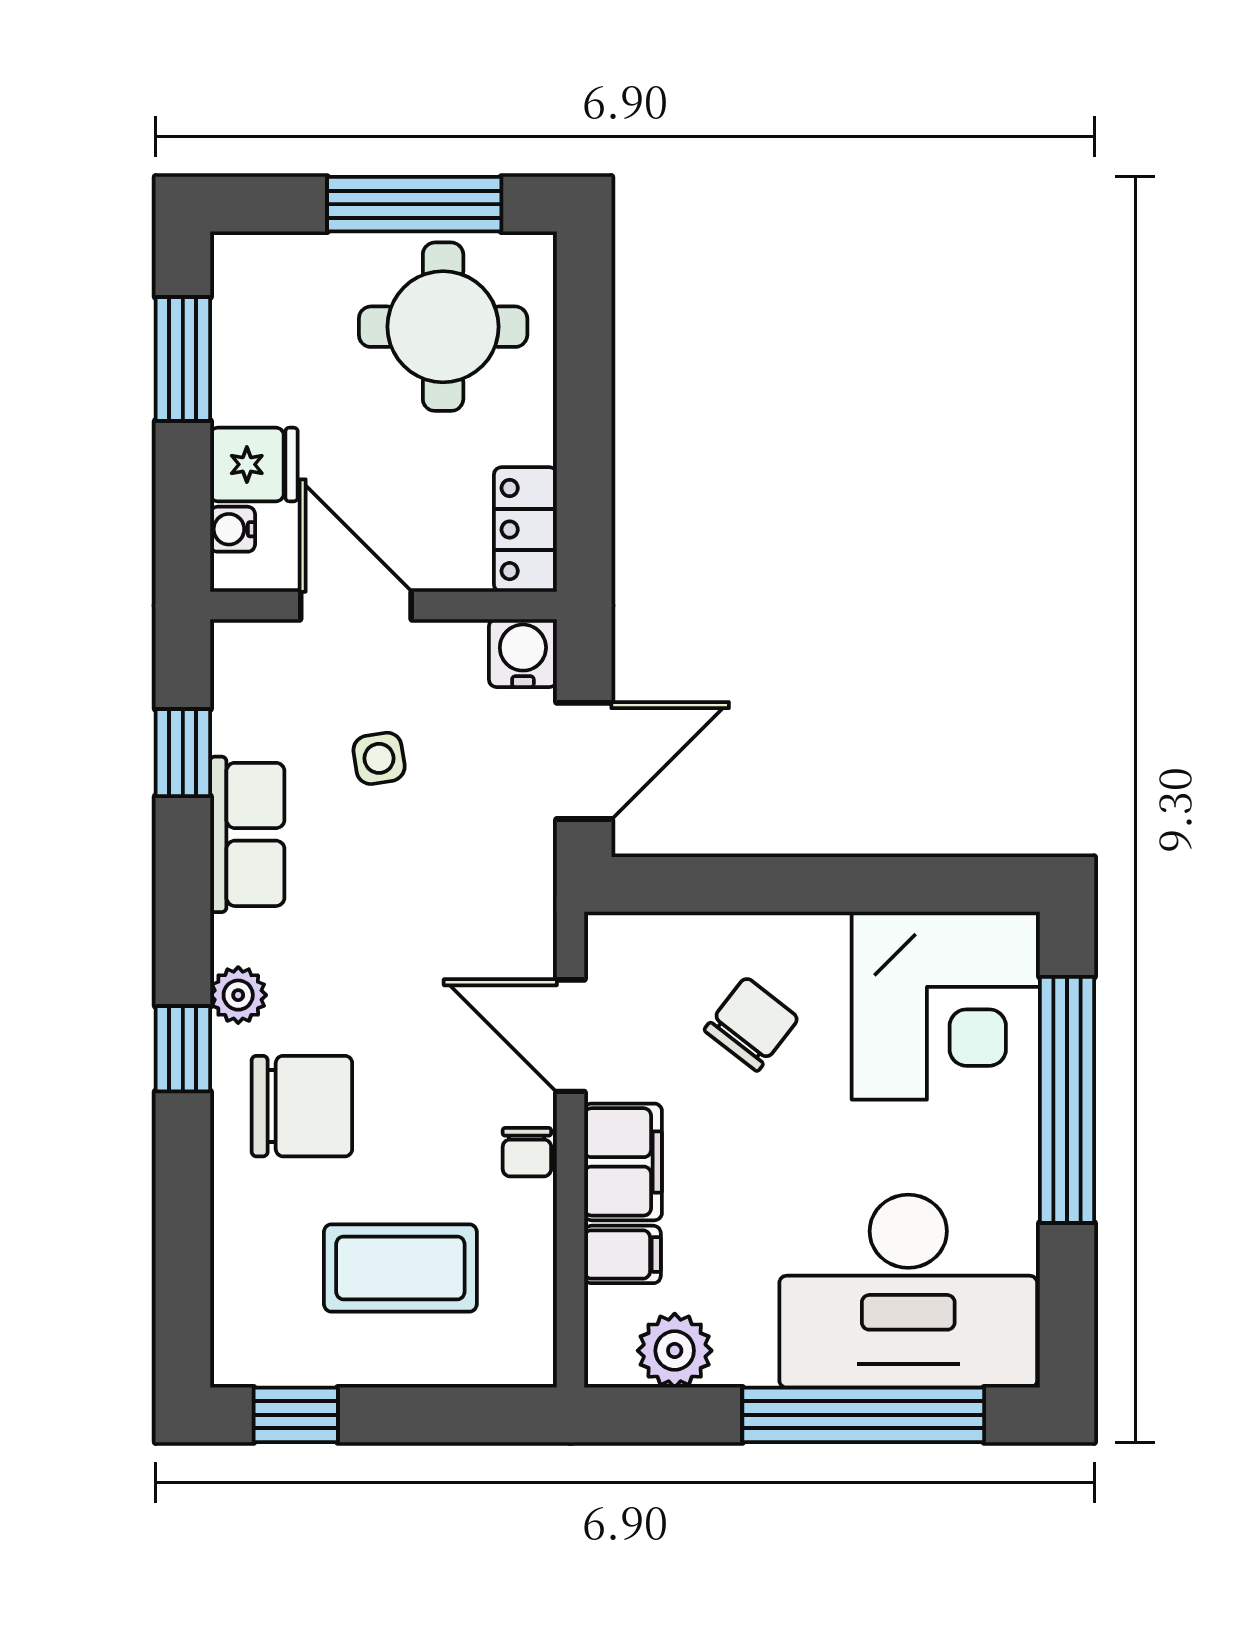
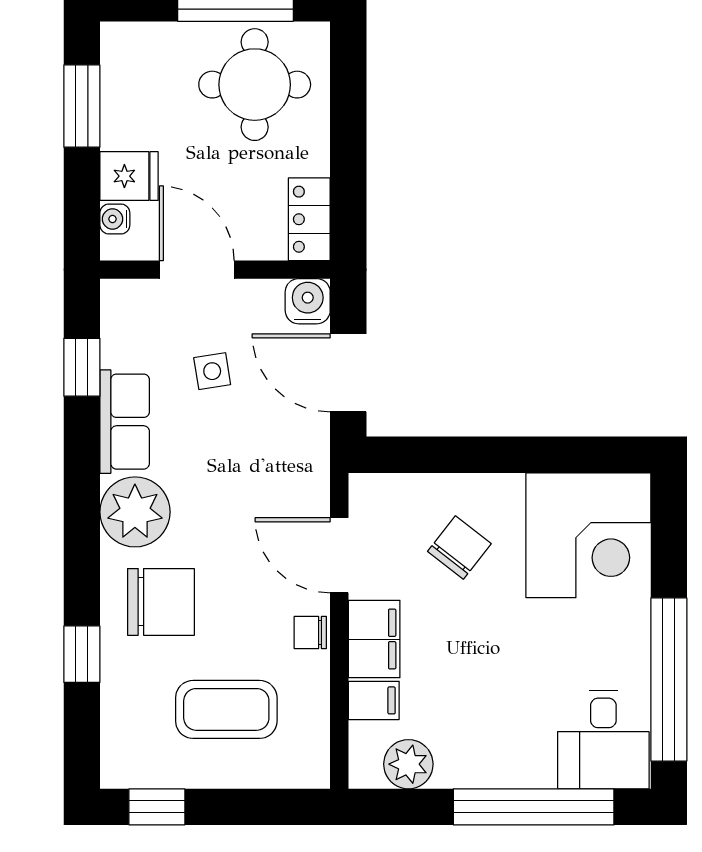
door: (584, 761) -> (348, 373), swing flipped
plant: (238, 995) -> (135, 512), width x1.88, depth x1.88
window: (183, 1049) -> (82, 654), moved
window: (1067, 1100) -> (669, 680), moved
chair: (527, 1152) -> (310, 633), turned 90
desk: (908, 1291) -> (603, 740), width x0.53, depth x0.77

